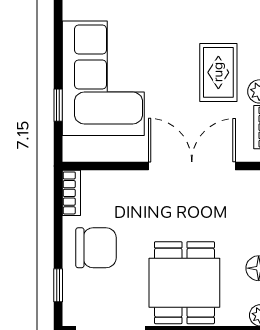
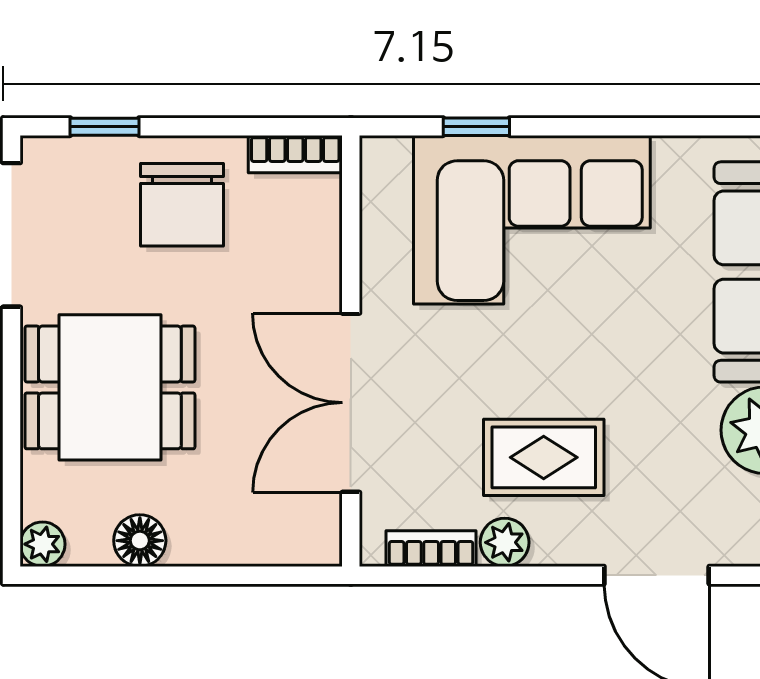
double door: (192, 166) -> (351, 403), swing flipped

